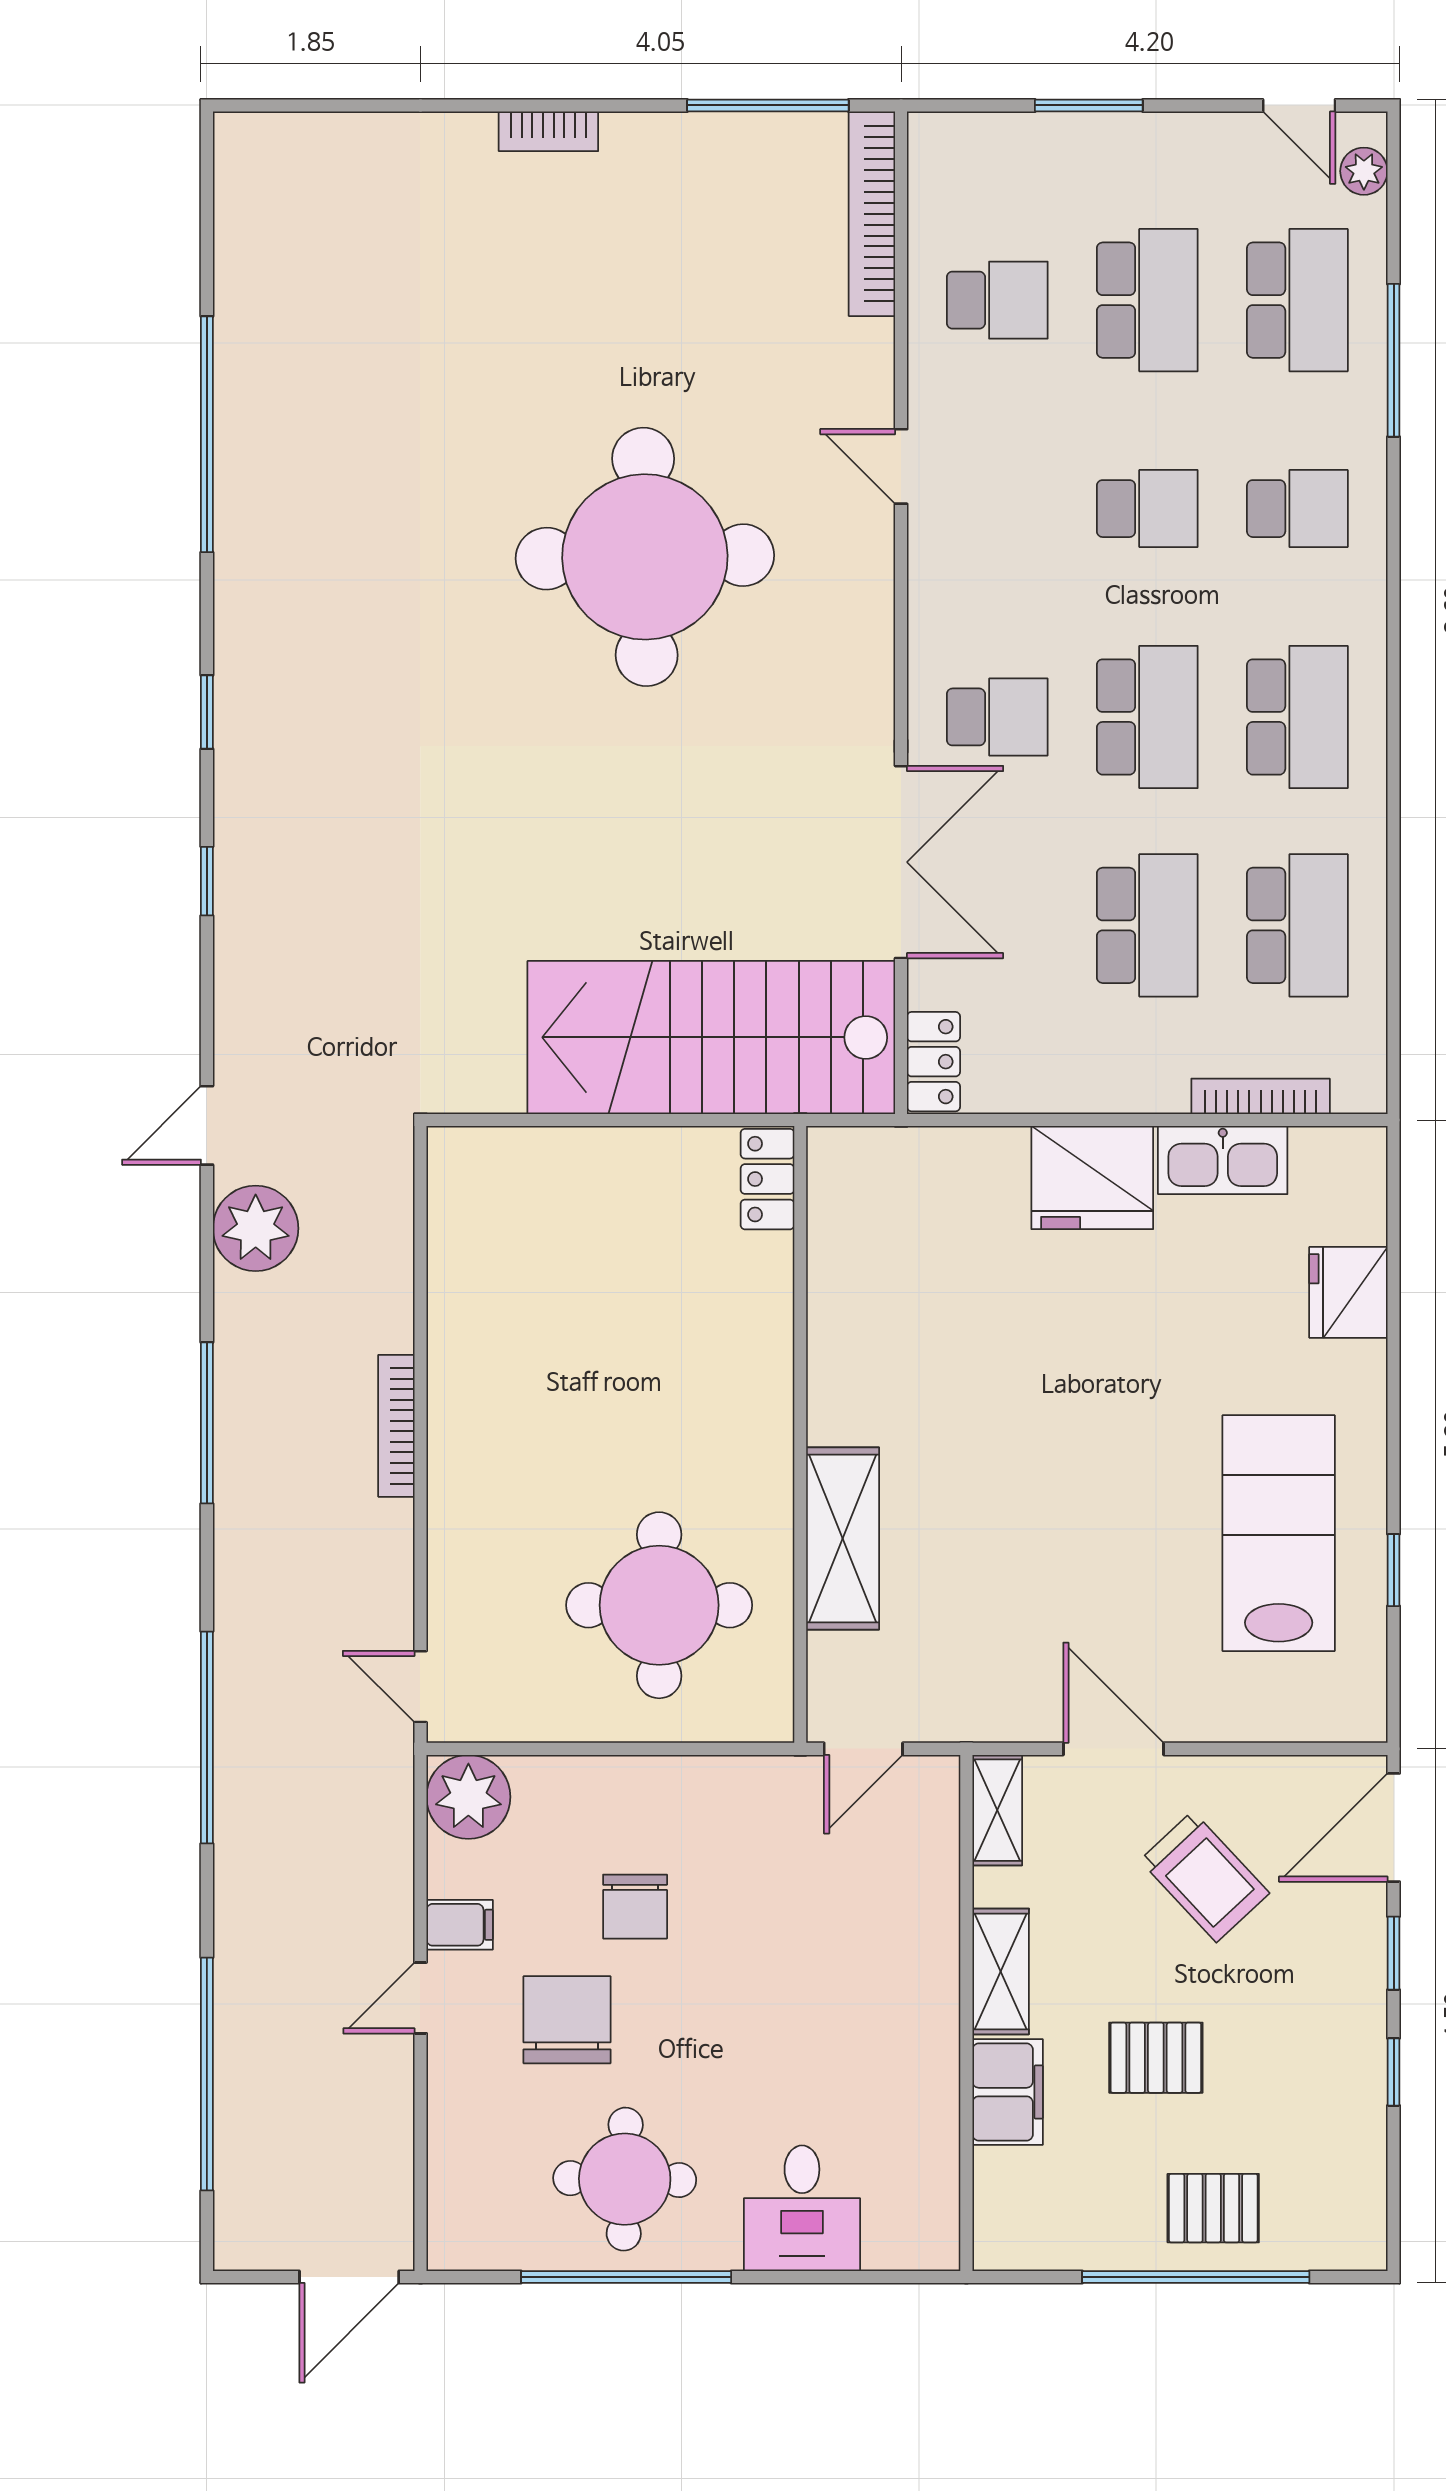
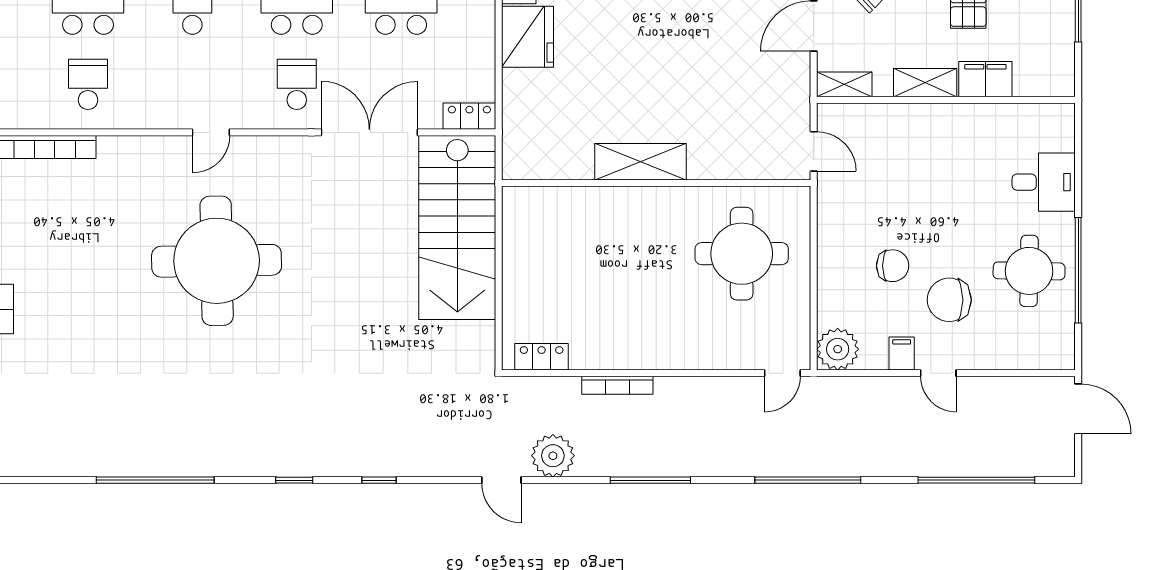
door: (901, 466) -> (211, 132), moved
locker: (767, 1179) -> (542, 357), moved, turned 180
bookcase: (396, 1426) -> (617, 385), moved
shelving: (843, 1538) -> (641, 162), moved

